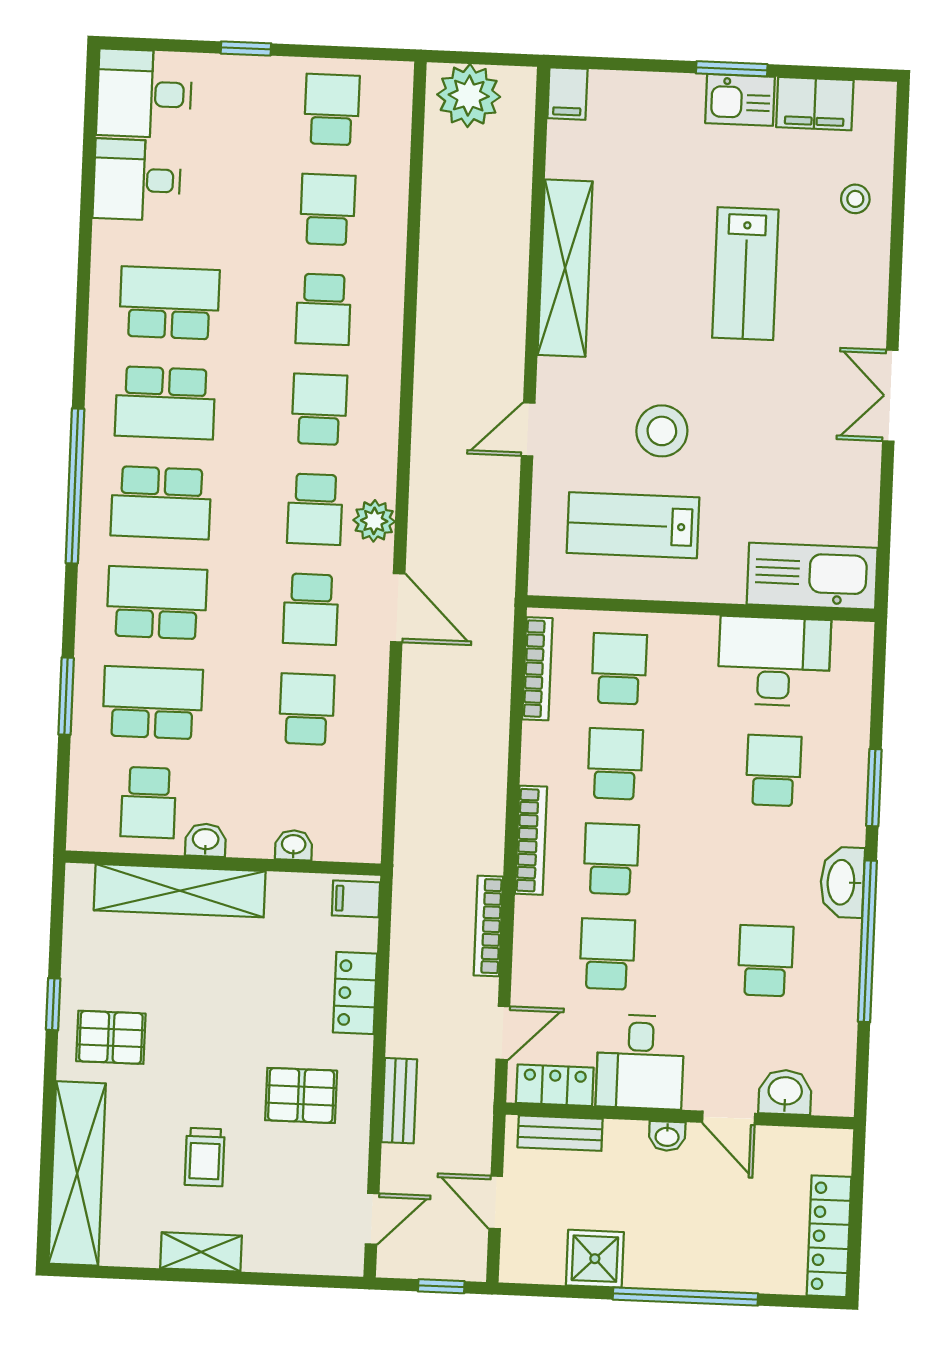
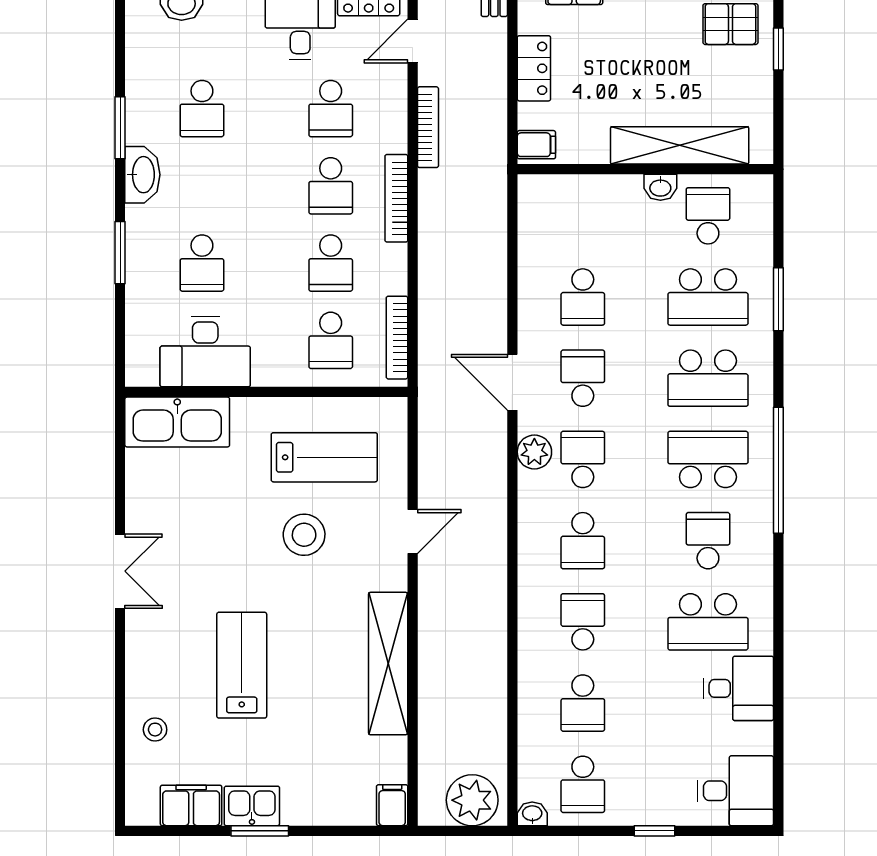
desk: (137, 180) -> (739, 688), moved
school desk: (165, 403) -> (708, 541), width x0.54
washbasin: (294, 845) -> (532, 814), moved, turned 180
window: (867, 941) -> (120, 128), width x0.47

